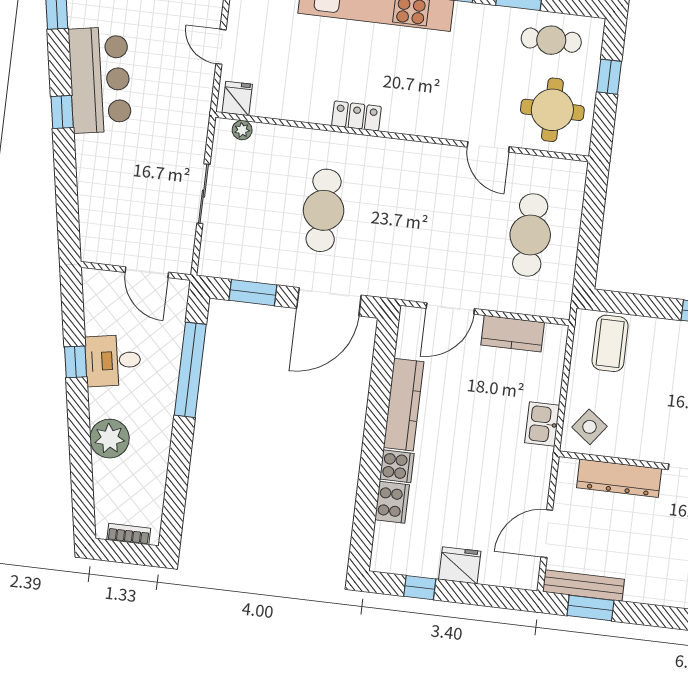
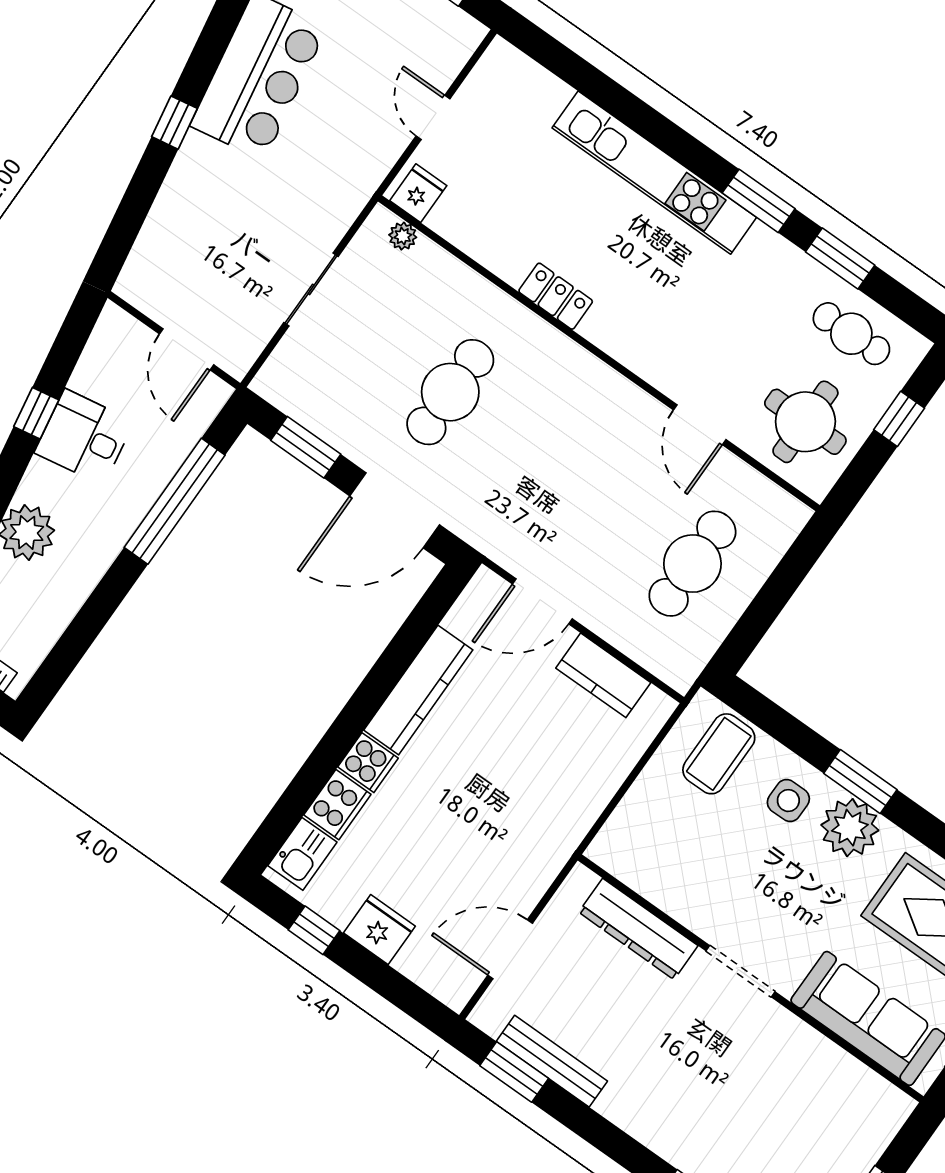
window: (62, 112) -> (175, 123), moved
kitchen sink: (542, 424) -> (302, 854), moved, turned 180
side table: (590, 427) -> (788, 801), moved, turned -37
bench: (583, 585) -> (552, 1061), moved

